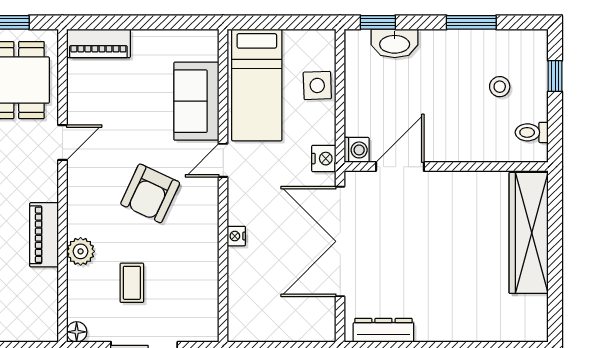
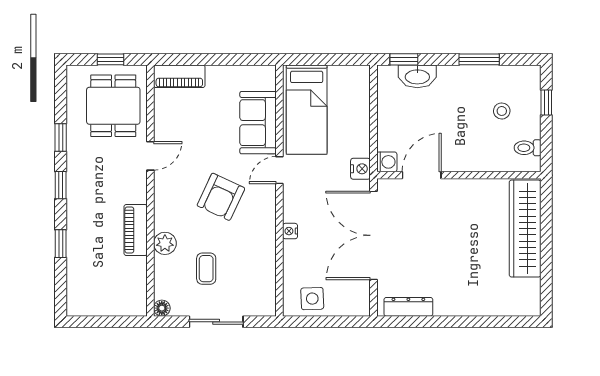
side table: (317, 85) -> (312, 299), moved

